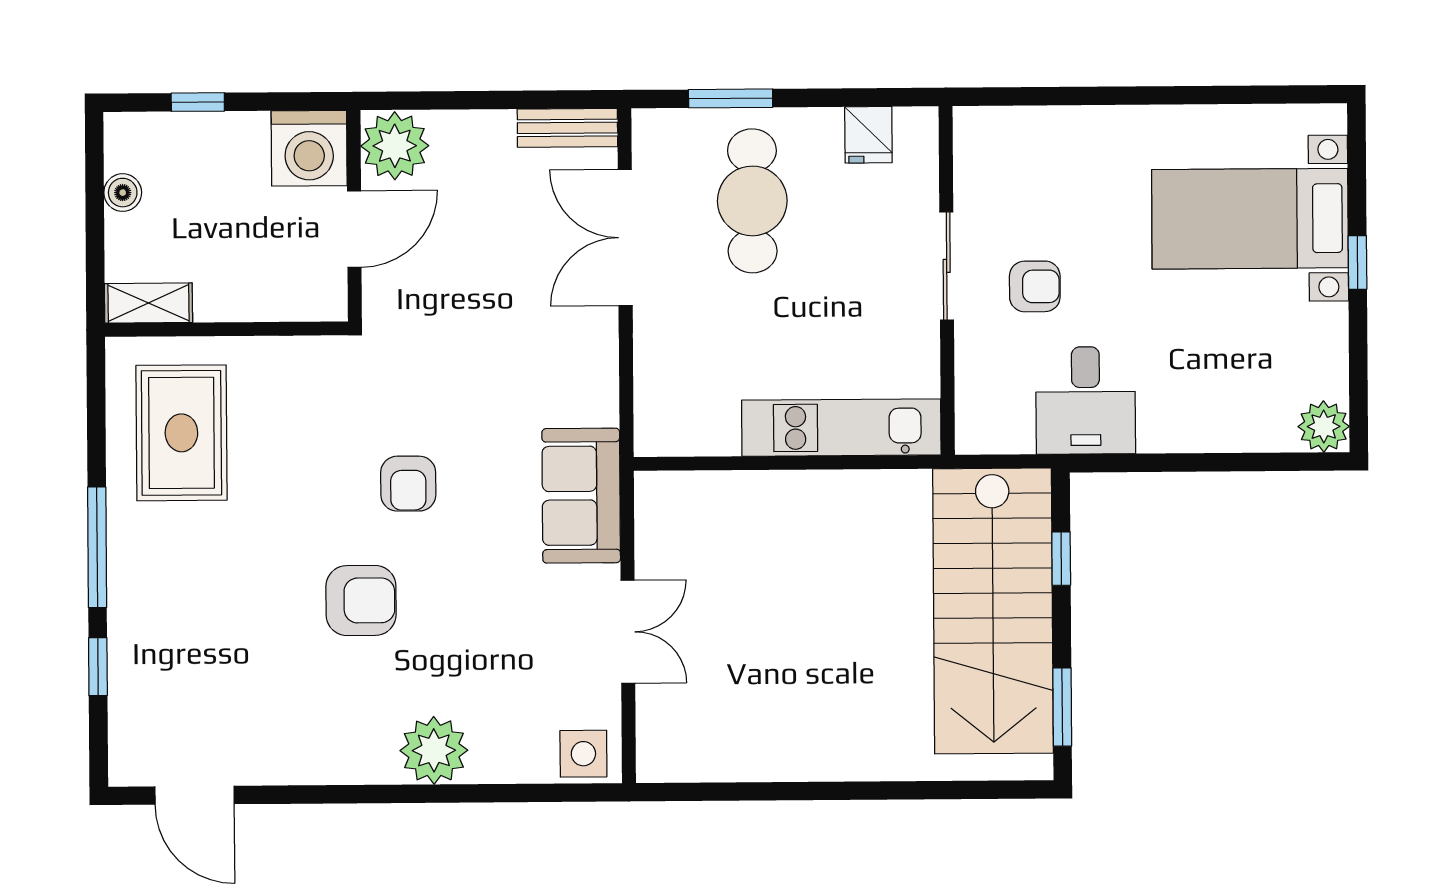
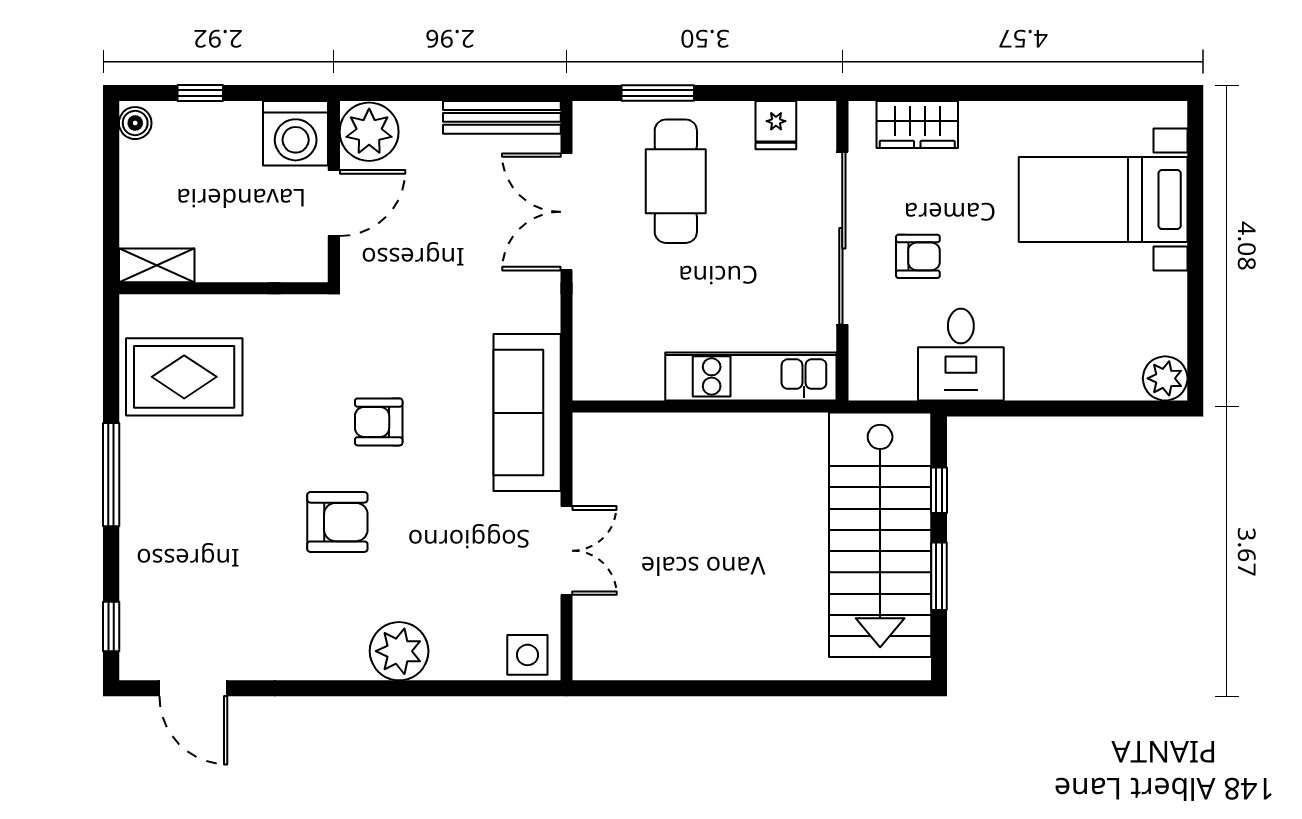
bench: (567, 128) -> (502, 117), width x1.36
wardrobe: (1033, 133) -> (917, 125), added
boiler: (123, 193) -> (135, 123), moved
window: (1358, 262) -> (1195, 238), removed
sliding door: (947, 266) -> (842, 238), width x1.86
rug: (181, 433) -> (184, 377), turned 90
armchair: (408, 484) -> (379, 422), turned 90
sofa: (581, 496) -> (527, 413), width x1.36
window: (98, 667) -> (111, 627), moved
window: (1062, 707) -> (939, 576), moved

